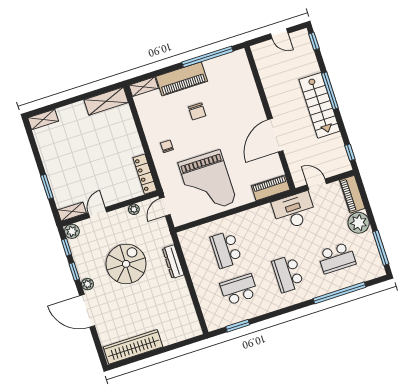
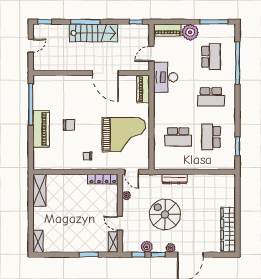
shelving: (144, 87) -> (38, 159), removed
plant: (72, 231) -> (147, 247), moved

